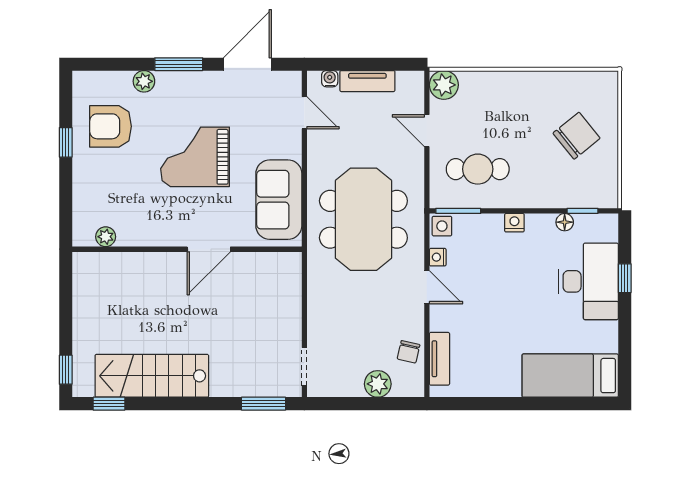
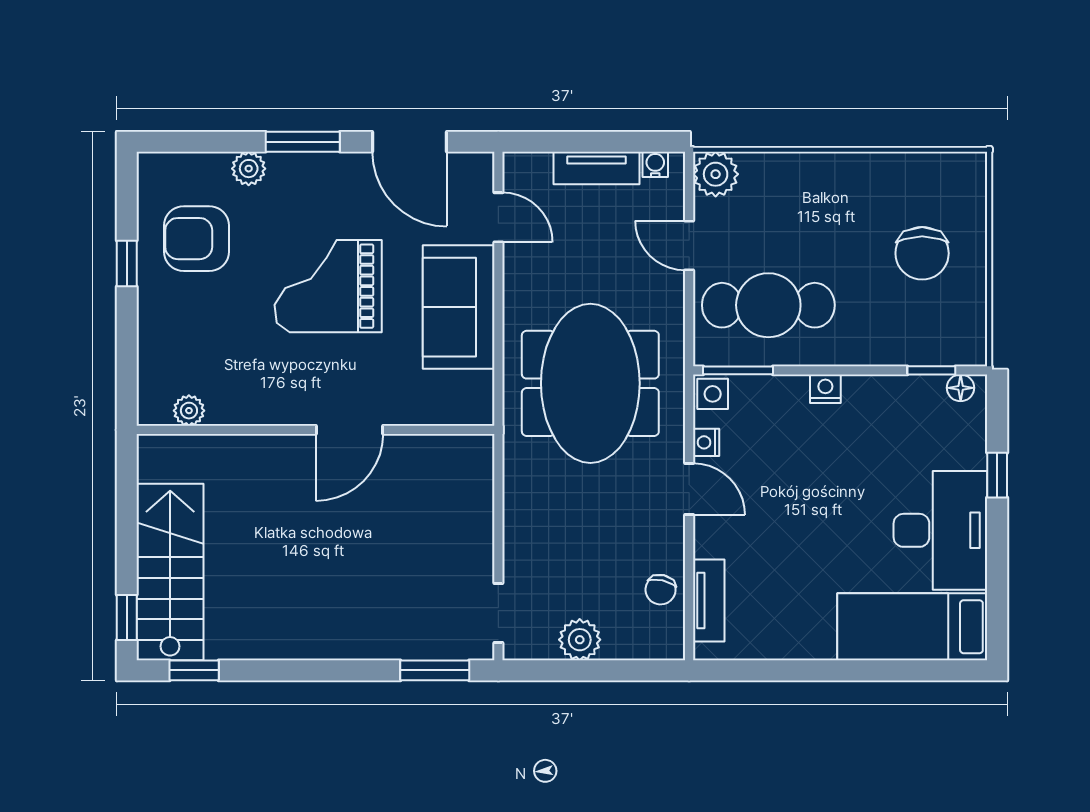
door: (247, 64) -> (410, 142), swing flipped
water cooler: (330, 79) -> (655, 164), moved
chair: (576, 136) -> (922, 253), turned 129
cafe table: (478, 169) -> (768, 305), width x1.37, depth x1.35
sofa: (279, 200) -> (459, 307), moved
floor lamp: (565, 222) -> (961, 388), moved
desk: (588, 281) -> (940, 530), moved
stairs: (152, 376) -> (170, 572), moved, turned 90
plant: (378, 384) -> (580, 640), moved

